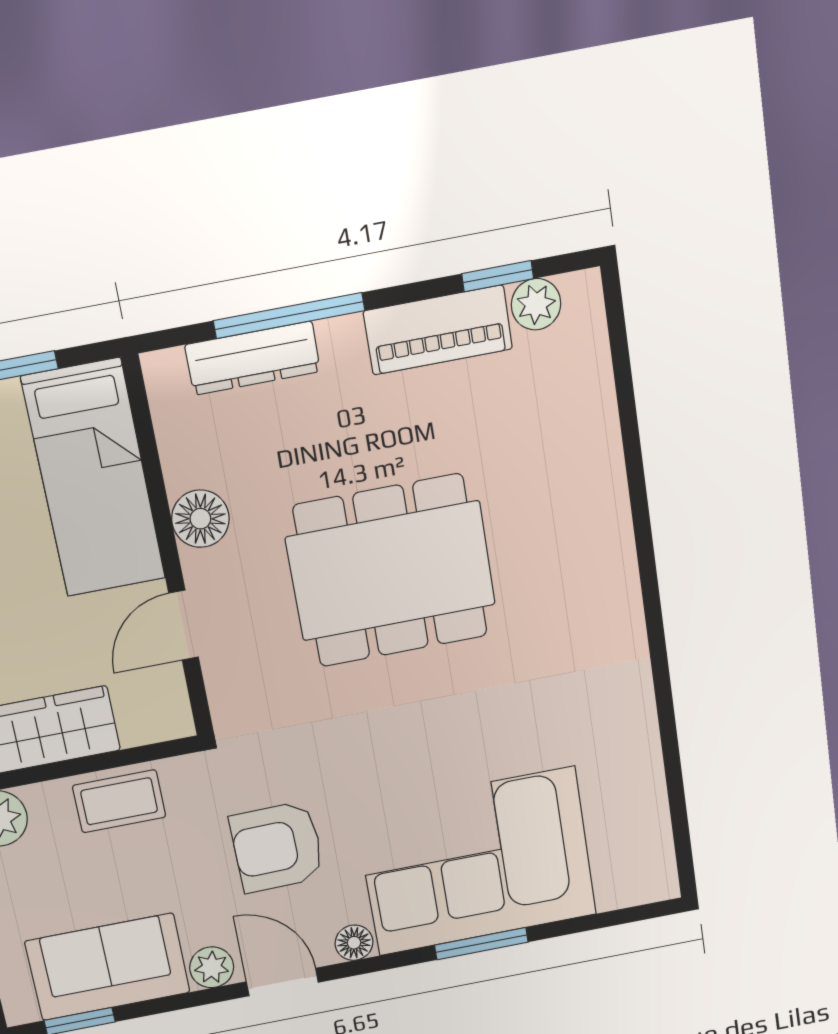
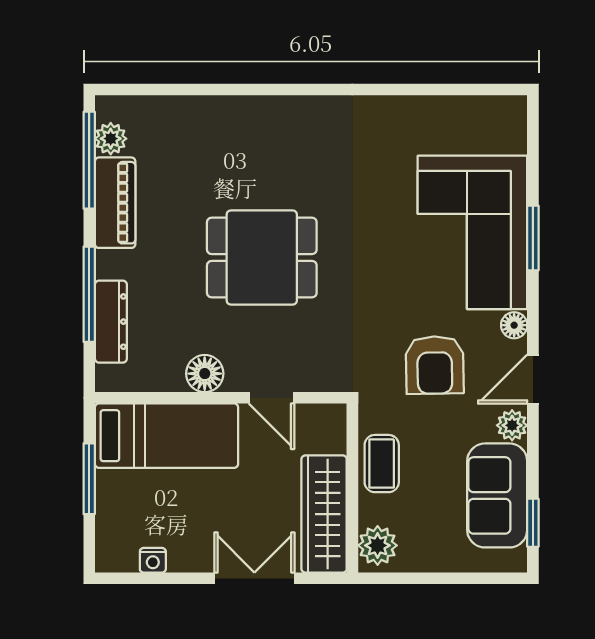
window: (498, 276) -> (89, 160), width x2.17
dining table: (391, 571) -> (262, 258), width x0.73

